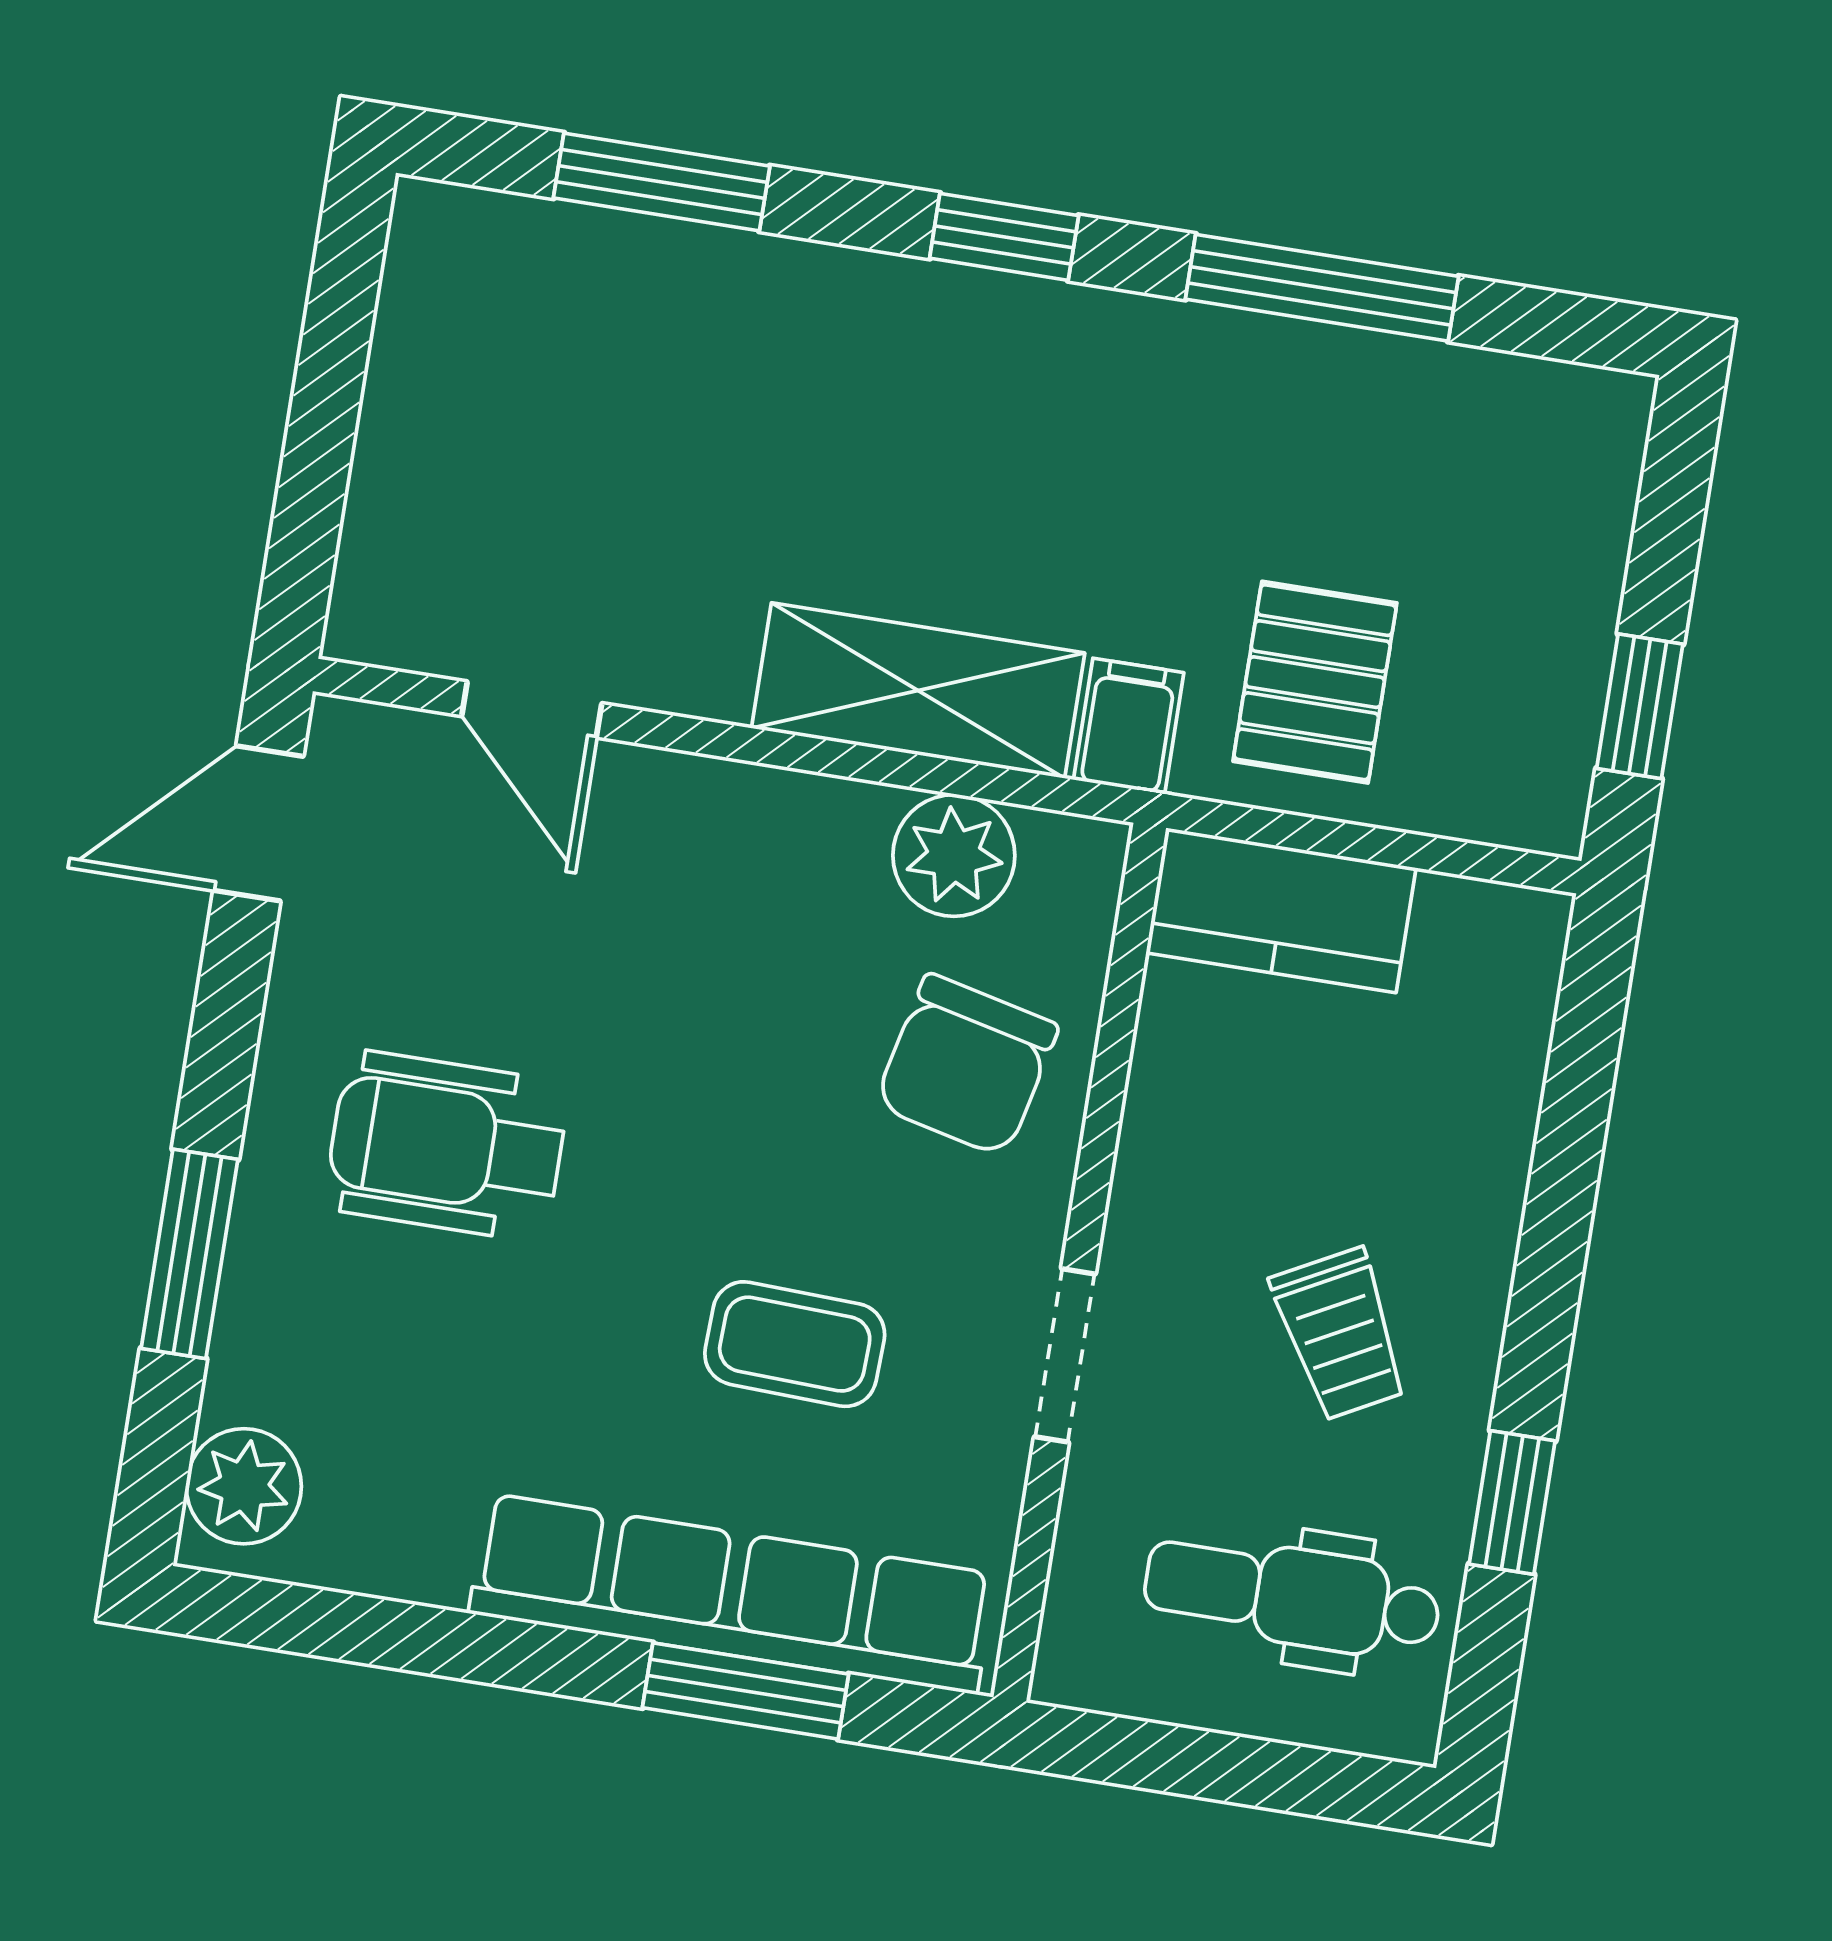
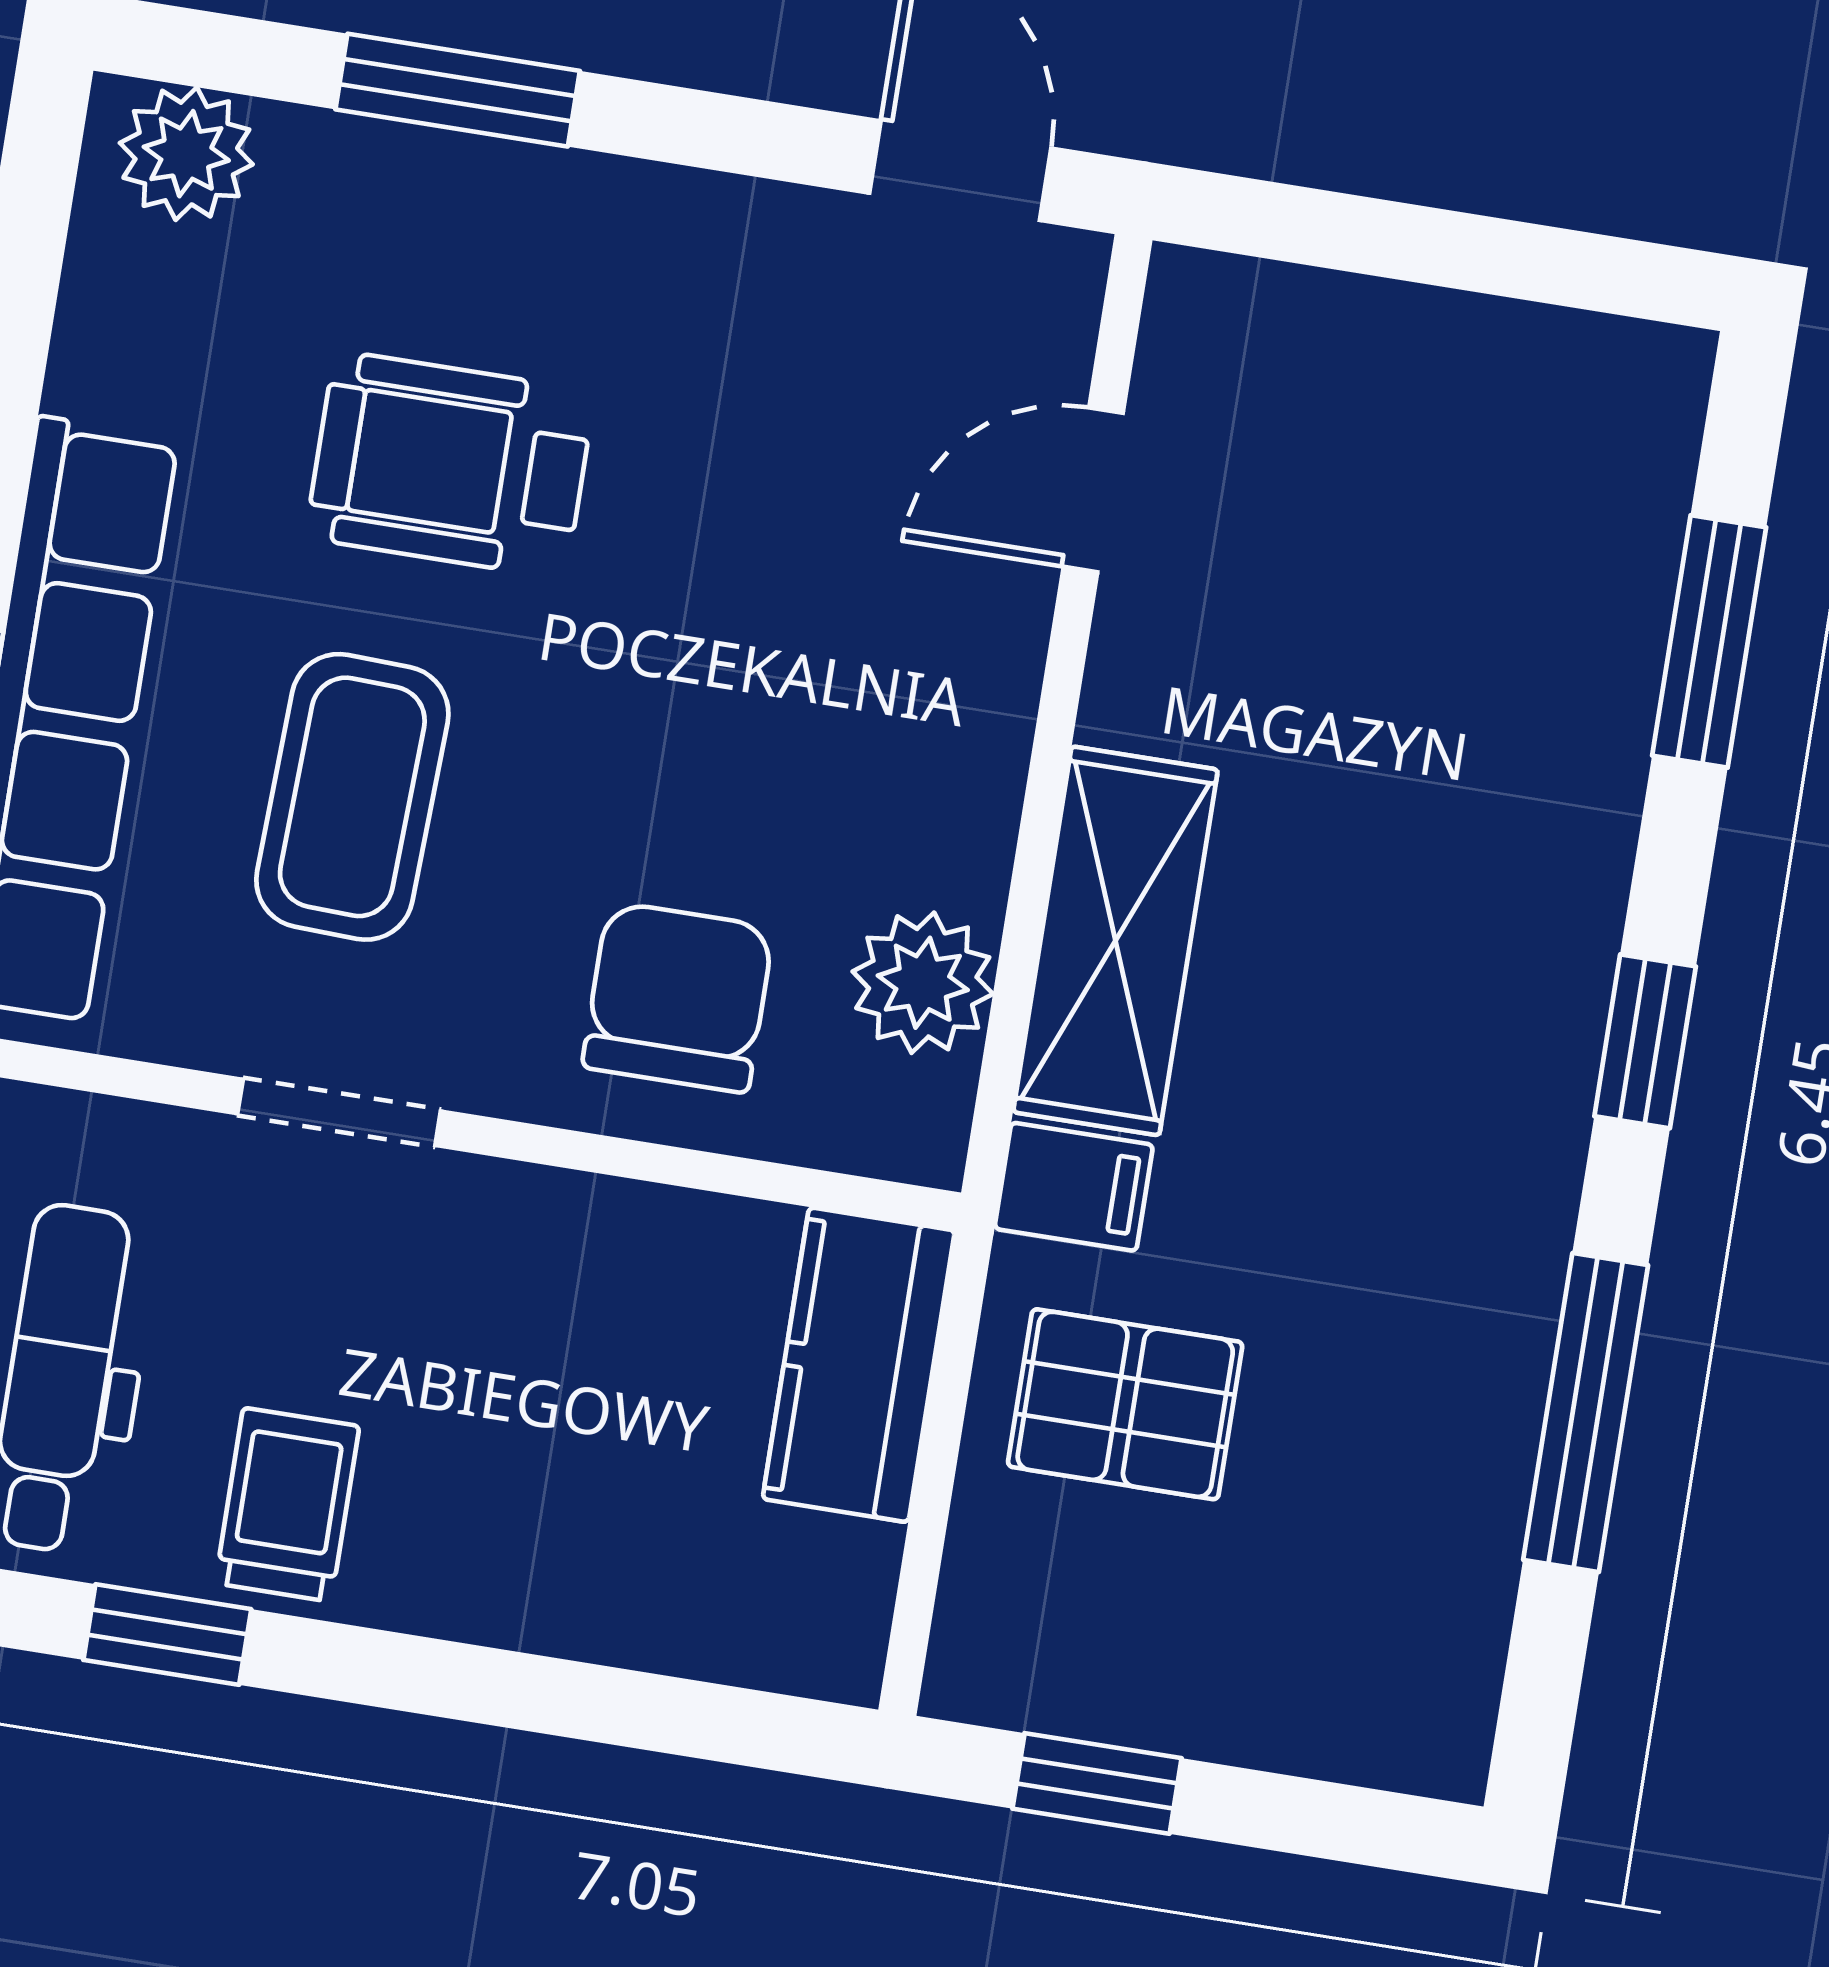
chair: (966, 1065) -> (678, 997), turned 77
wheelchair: (447, 1146) -> (450, 465), moved, turned -90
trolley: (1340, 1334) -> (287, 1505), moved, turned 118
coffee table: (795, 1344) -> (352, 797), width x1.36, depth x1.30

